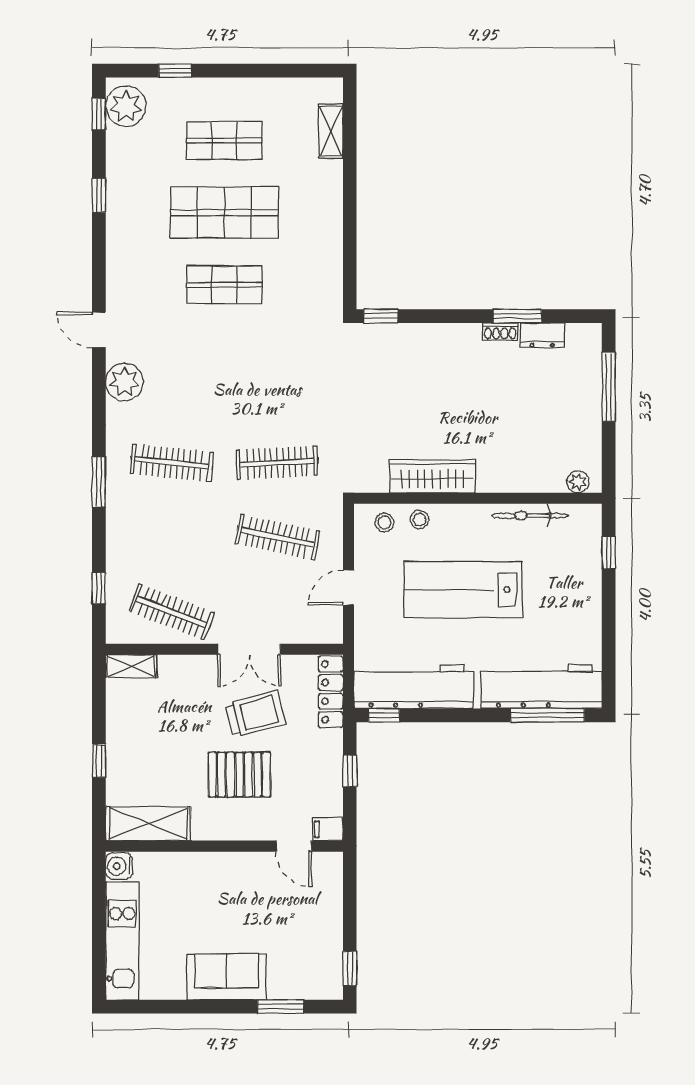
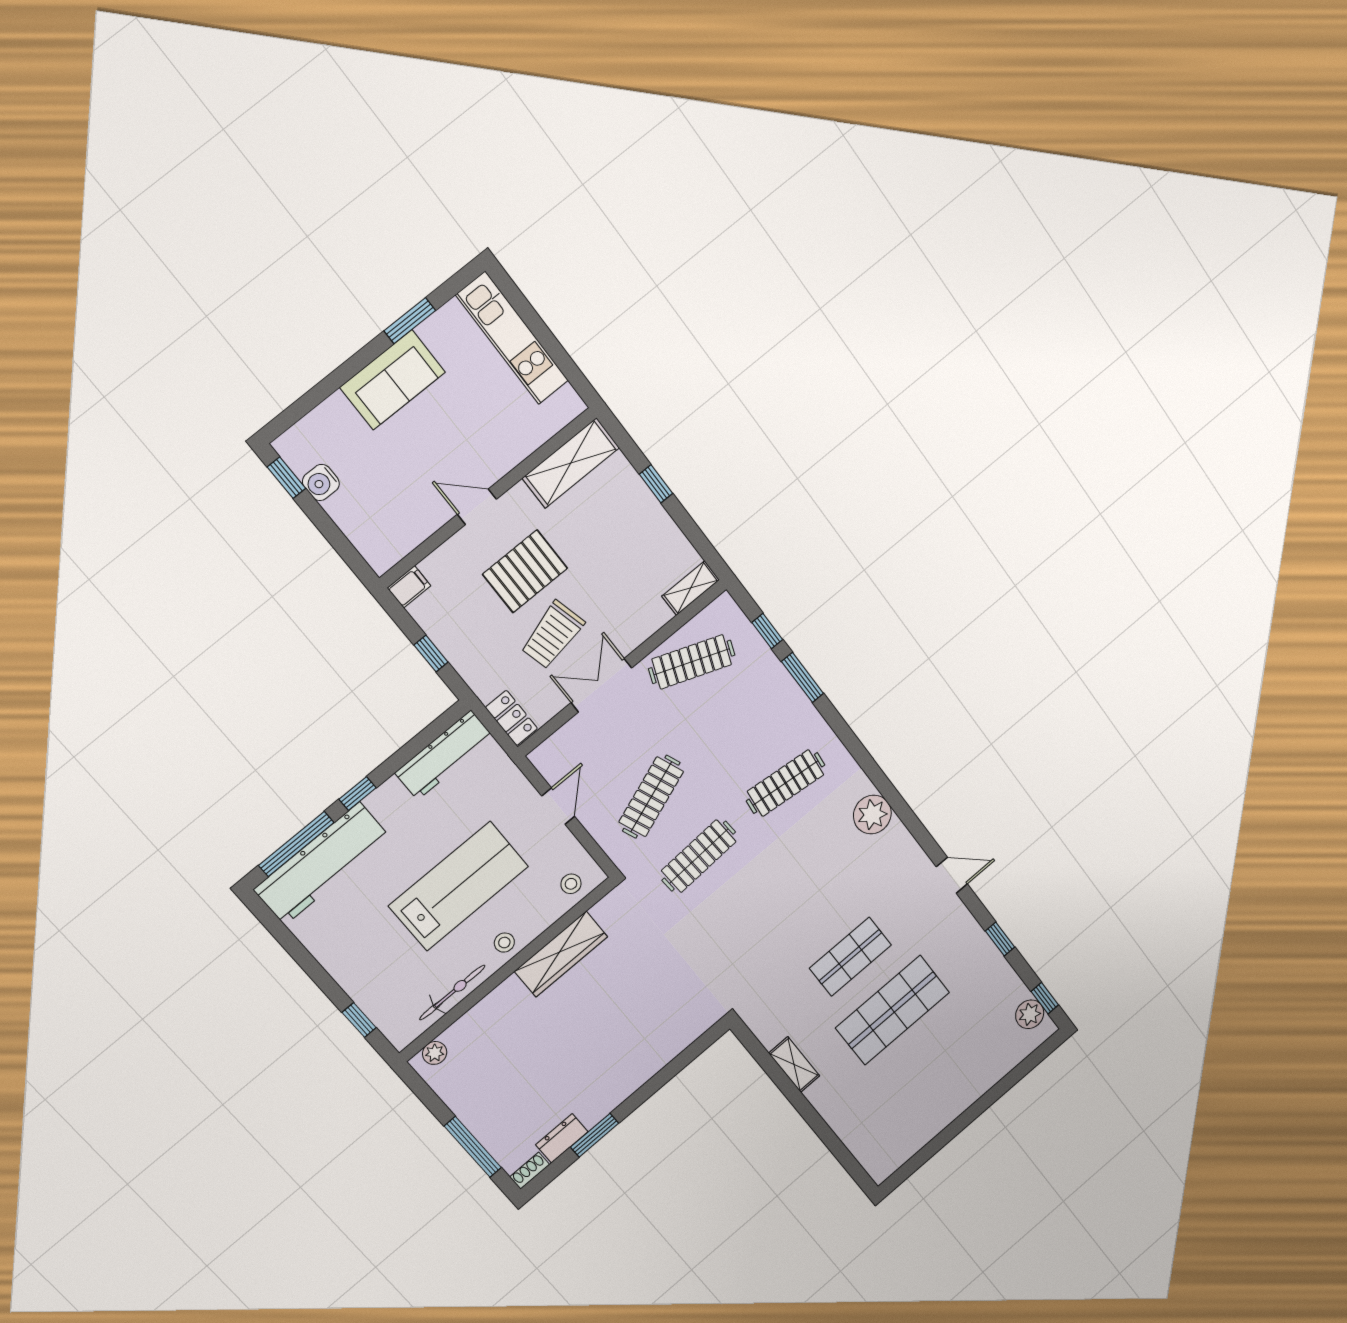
window: (175, 71) -> (1010, 1080), removed
plant: (126, 106) -> (1030, 1014), width x0.73, depth x0.73
shelving: (331, 131) -> (794, 1065), moved
shop shelf: (224, 141) -> (934, 1062), removed
window: (381, 316) -> (706, 1040), removed
door: (99, 330) -> (952, 875), moved
shoe rack: (500, 331) -> (530, 1171), moved
window: (99, 482) -> (802, 678), moved
stool: (419, 519) -> (504, 943), moved
clothes rail: (277, 537) -> (651, 797), turned -33
workbench: (414, 687) -> (444, 755), width x0.73, depth x0.76
locker: (331, 692) -> (512, 718), width x0.66
window: (384, 715) -> (358, 793), moved
door: (294, 846) -> (477, 507), moved
water cooler: (119, 866) -> (321, 482), moved, turned 180
window: (280, 1007) -> (410, 321), moved

